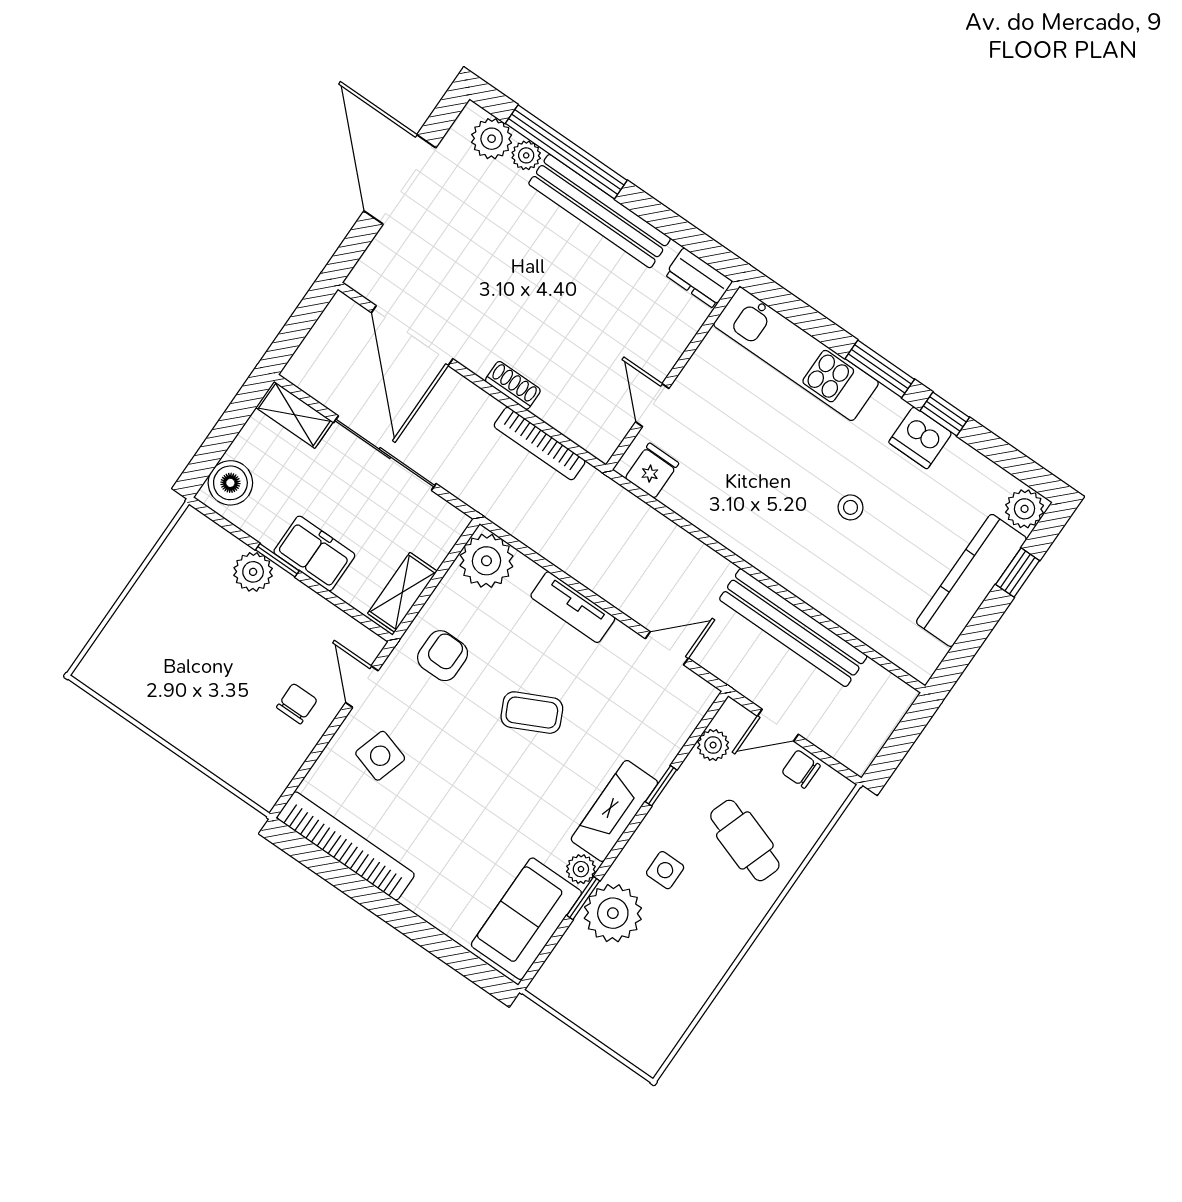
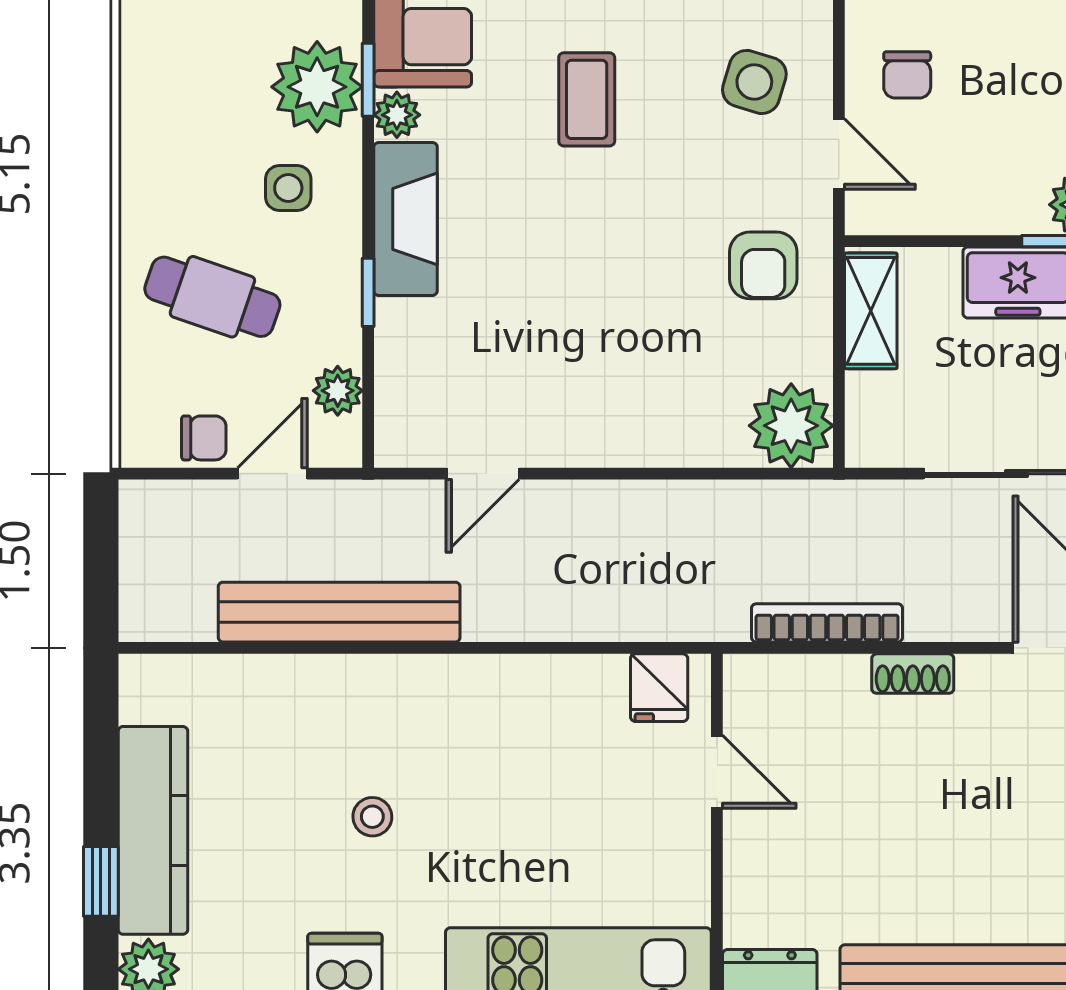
tv unit: (573, 607) -> (639, 443), removed
coffee table: (532, 713) -> (587, 99), moved, turned -64

